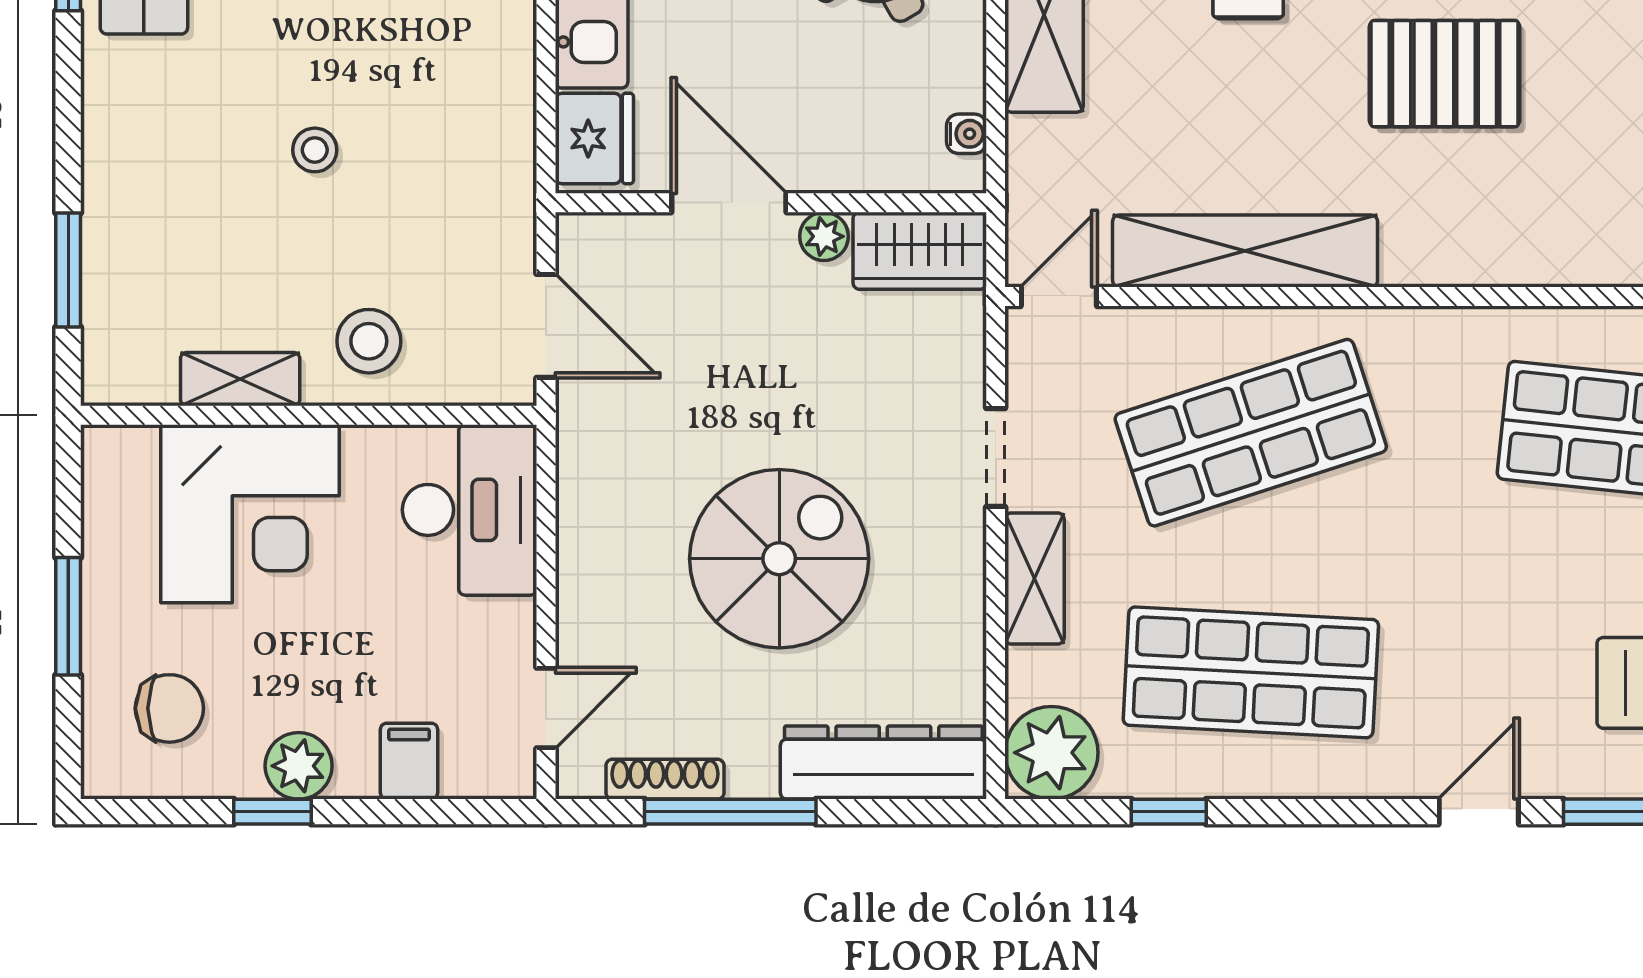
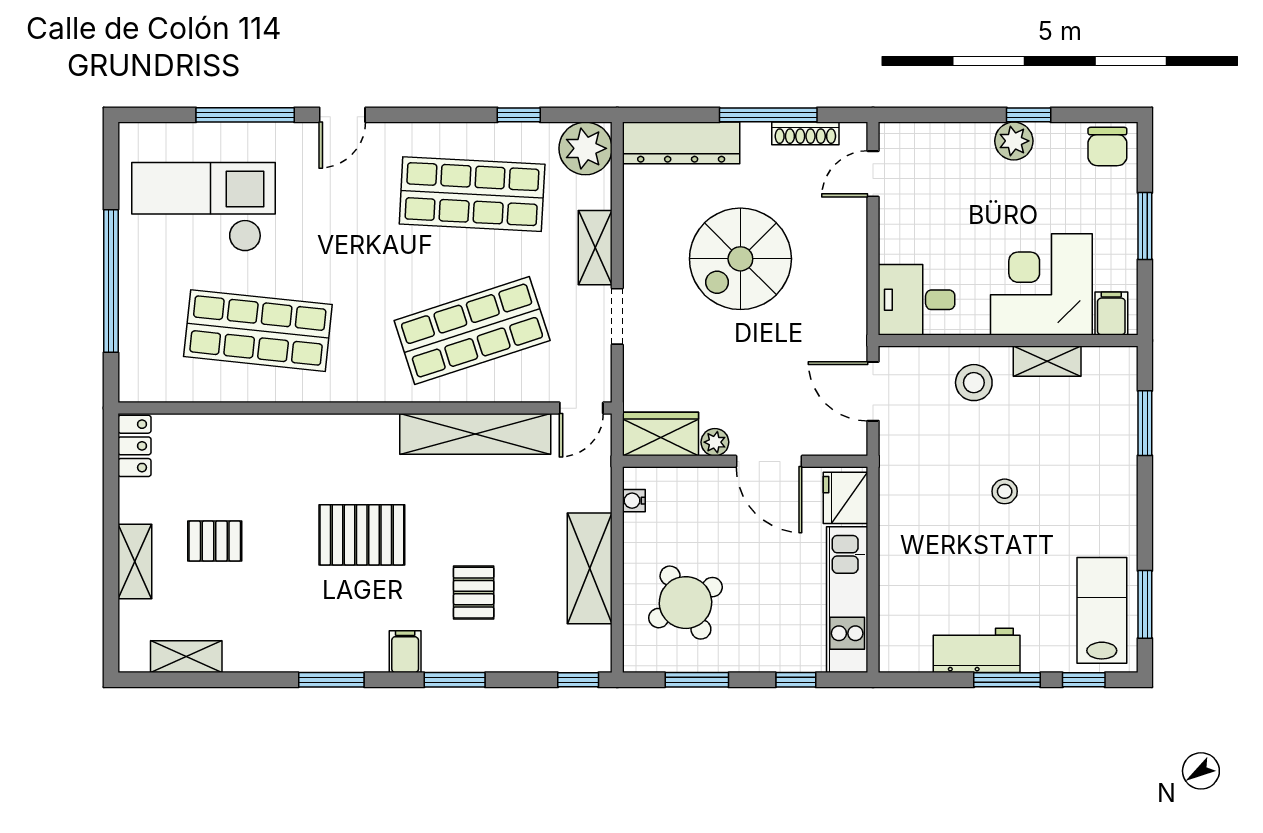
desk: (470, 510) -> (917, 300), width x0.73
chair: (169, 708) -> (1107, 147), moved, turned -90
filing cabinet: (409, 761) -> (1111, 314), moved, turned 180

